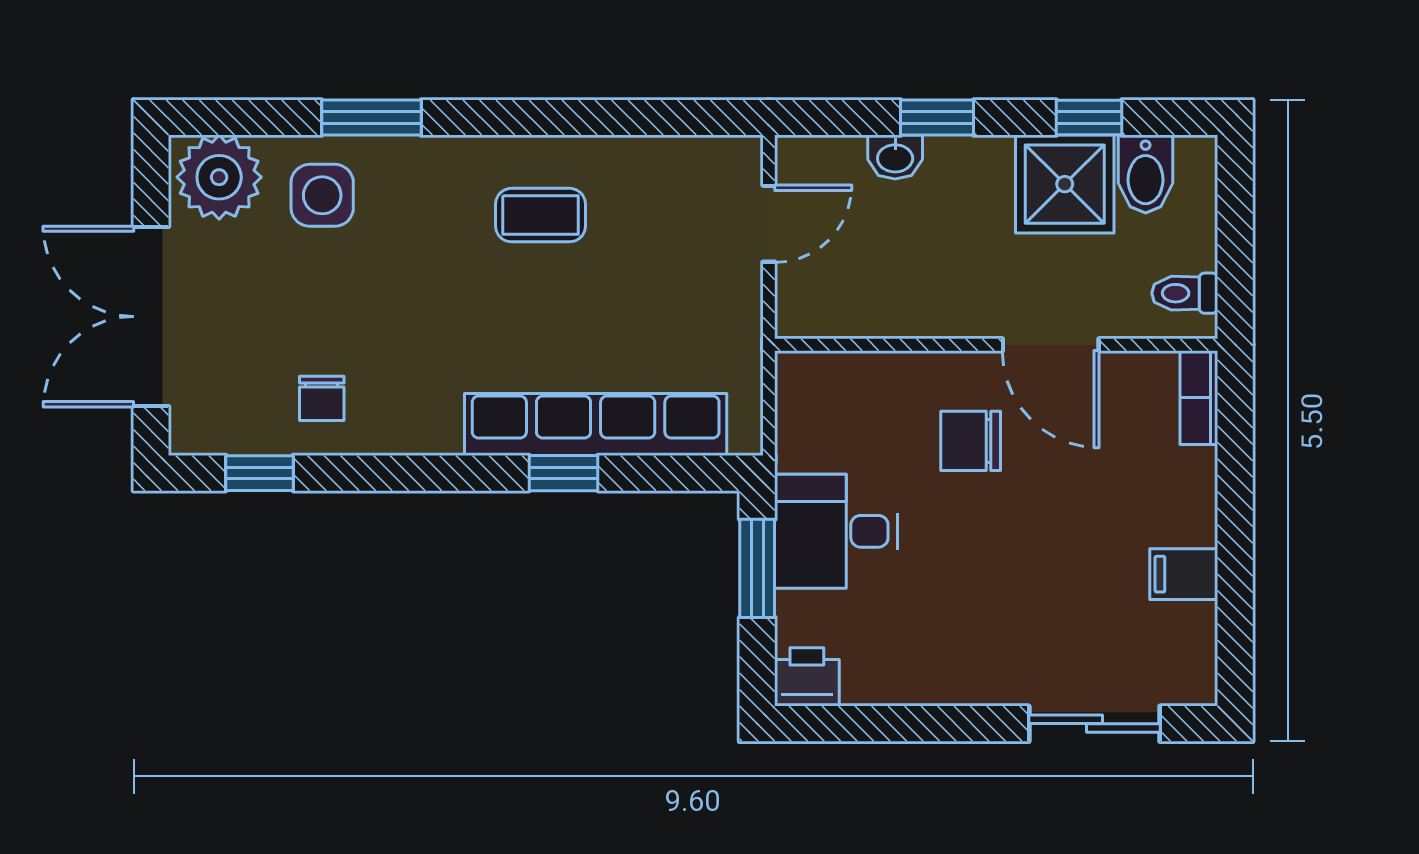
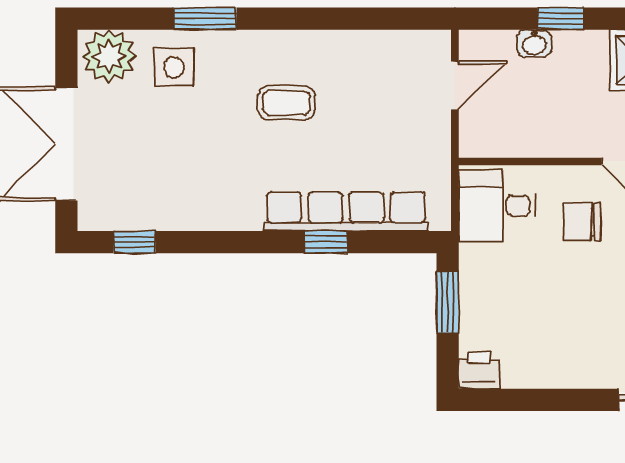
coffee table: (540, 215) -> (286, 103), moved
chair: (322, 398) -> (174, 195), removed
desk: (836, 531) -> (497, 206), moved

